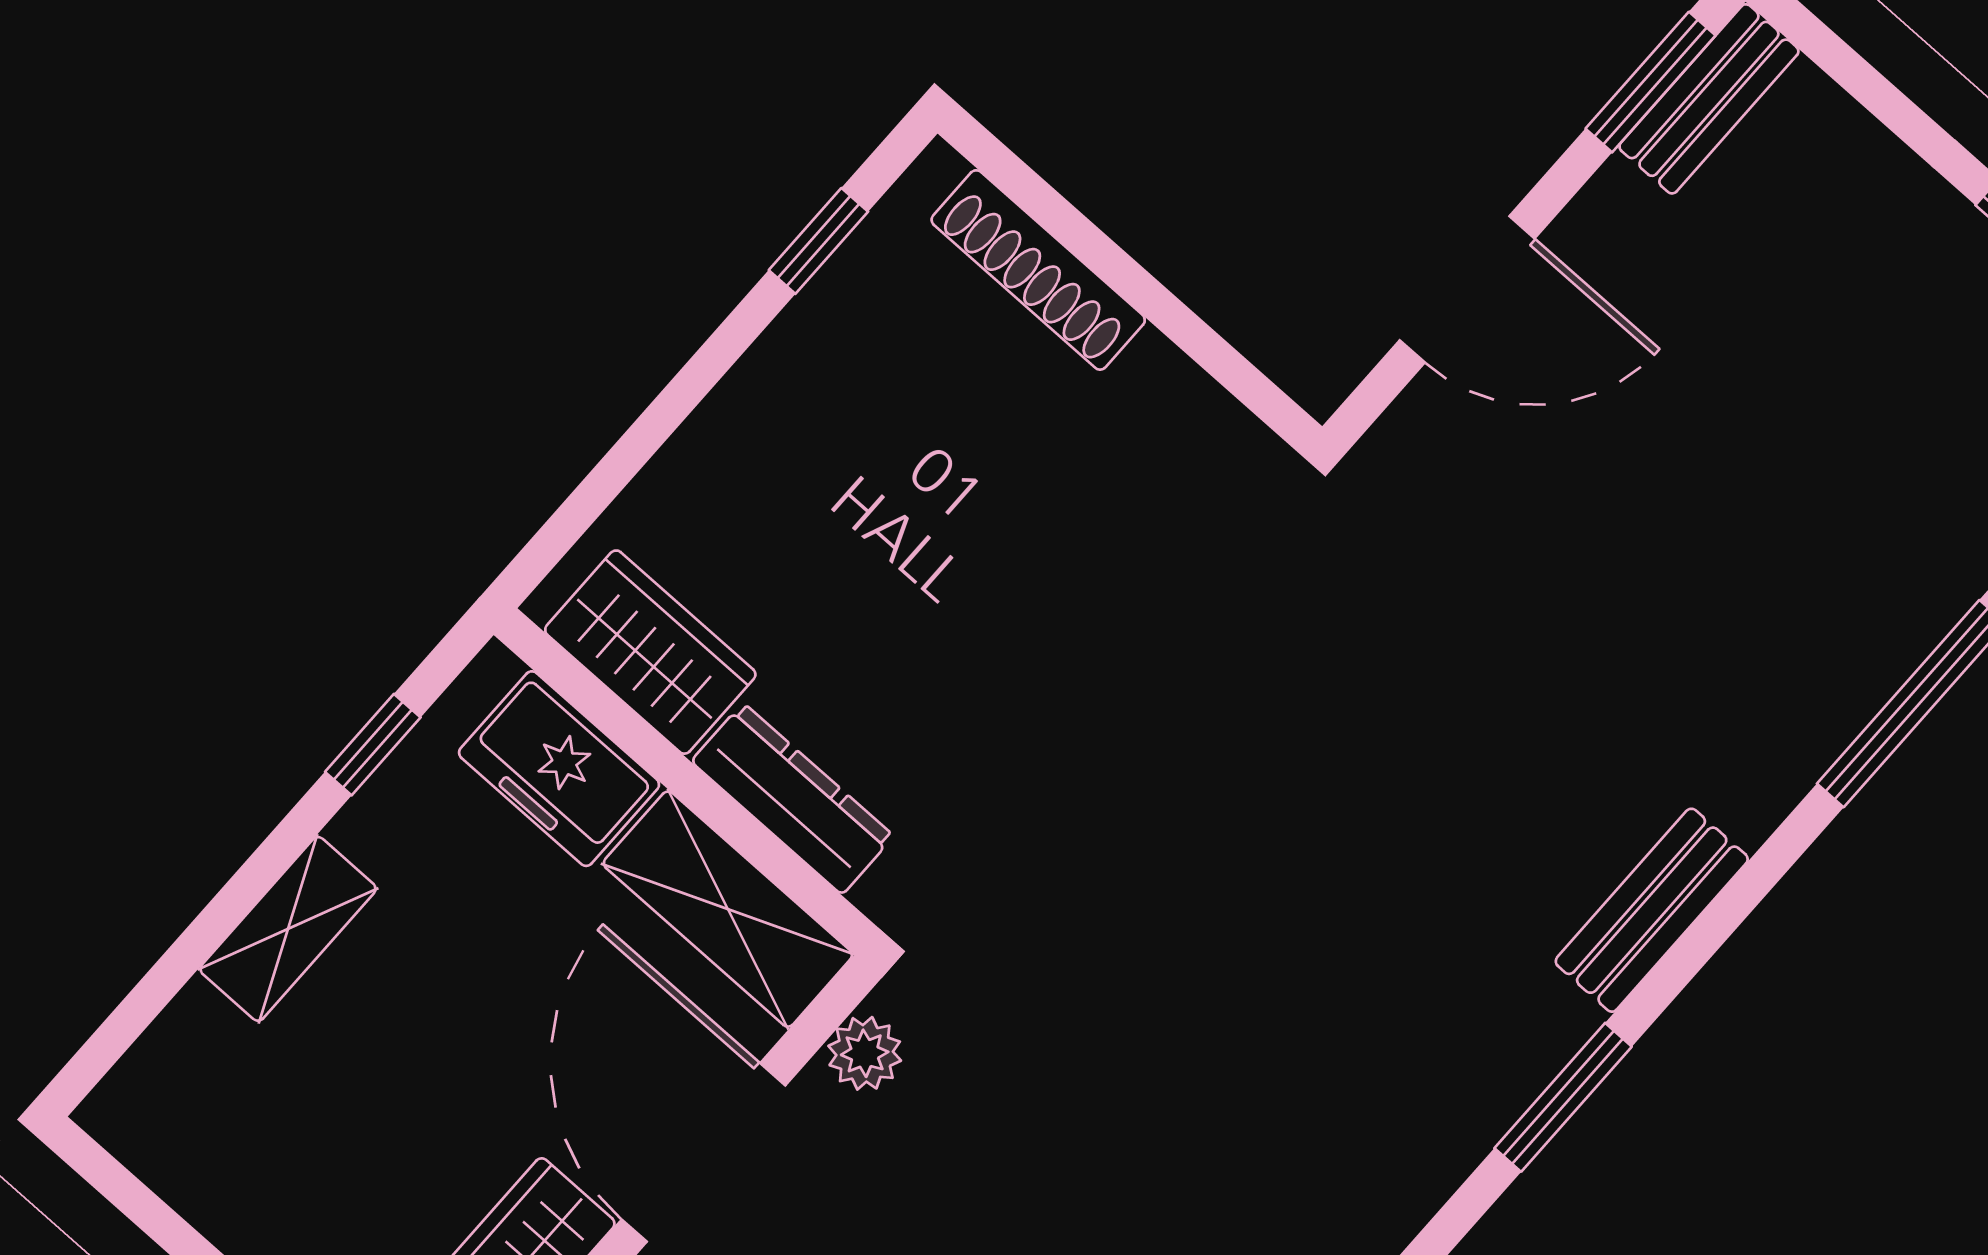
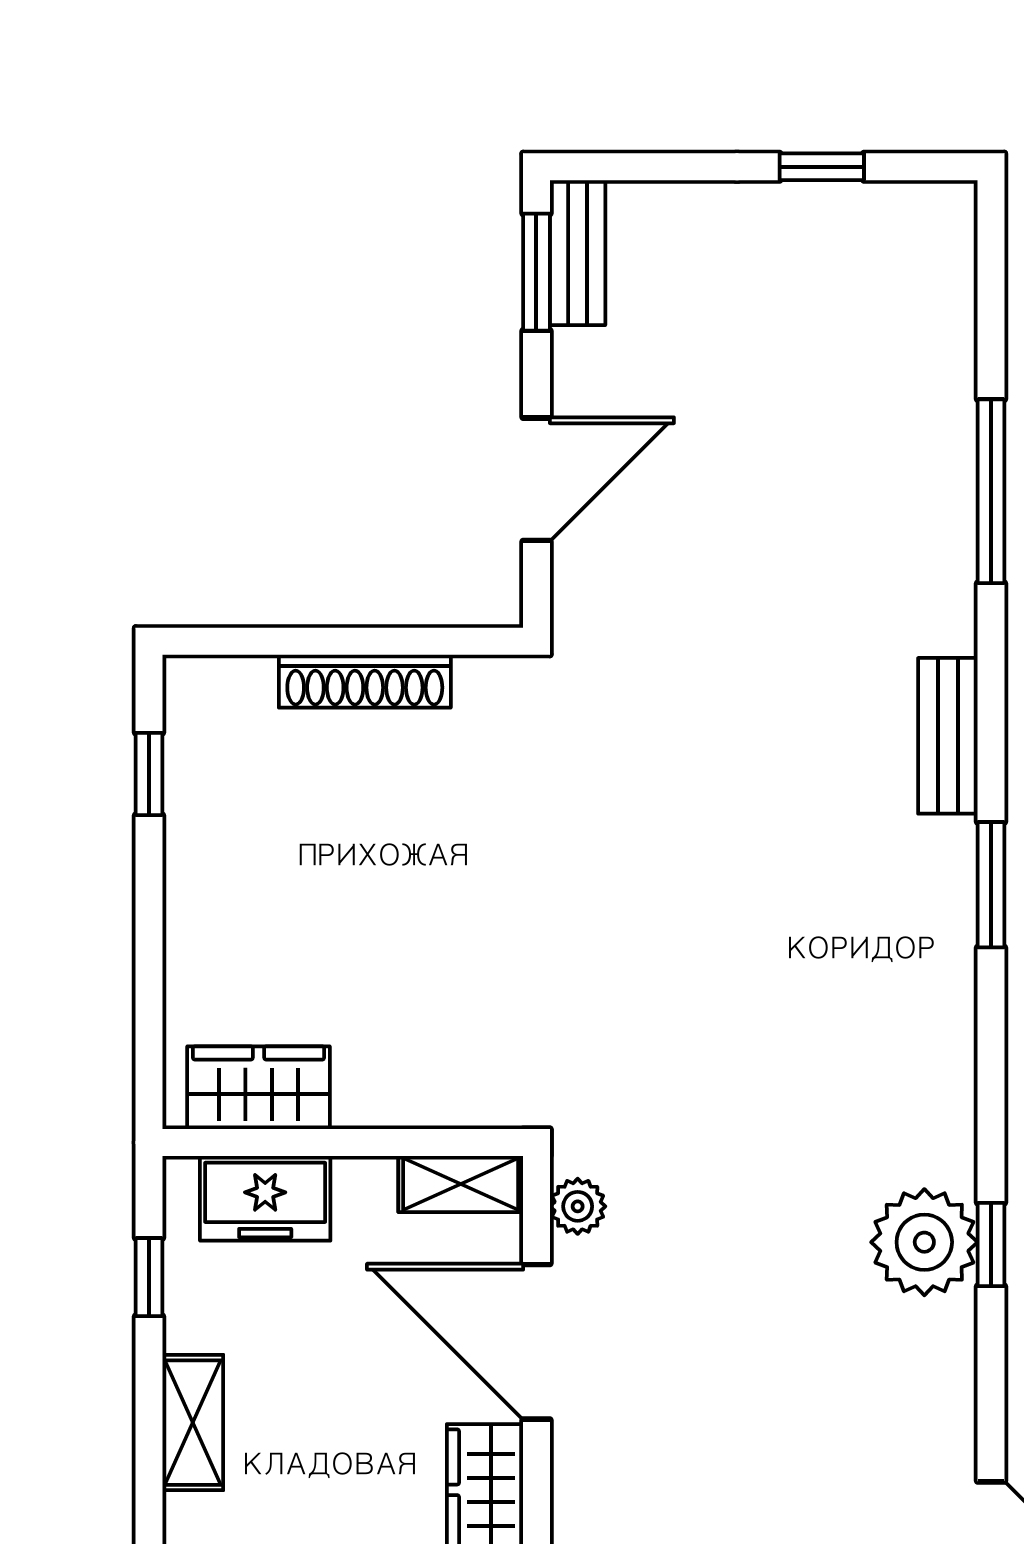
shoe rack: (1038, 270) -> (365, 681), moved
dresser: (792, 799) -> (411, 1099), removed
shelving: (728, 909) -> (461, 1184), width x0.67, depth x0.75

